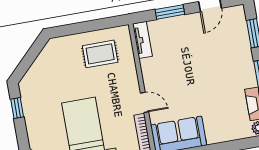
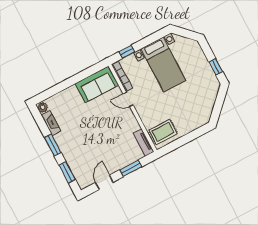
rug: (100, 54) -> (163, 132), moved

